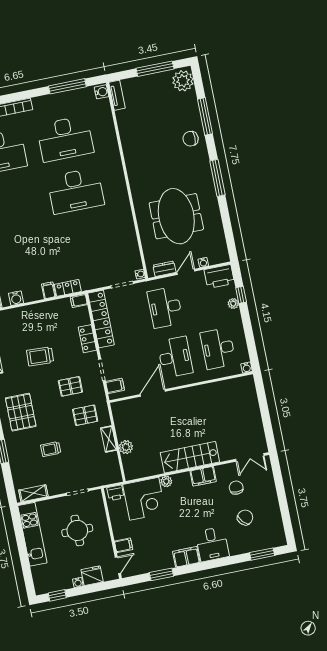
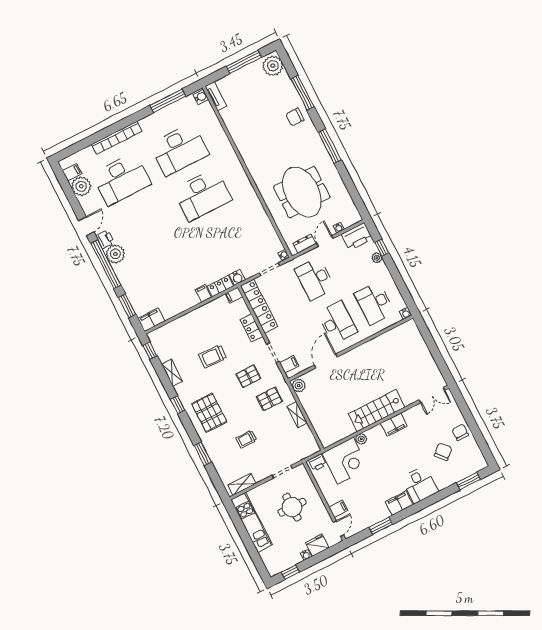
water cooler: (16, 298) -> (237, 277), moved
plant: (126, 447) -> (299, 386), moved
chair: (236, 488) -> (460, 432), moved

